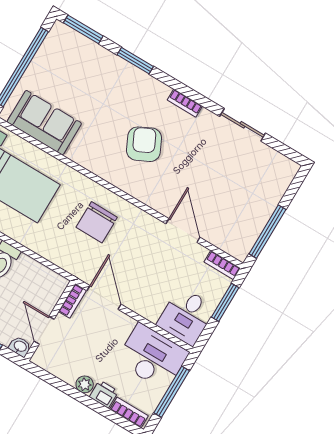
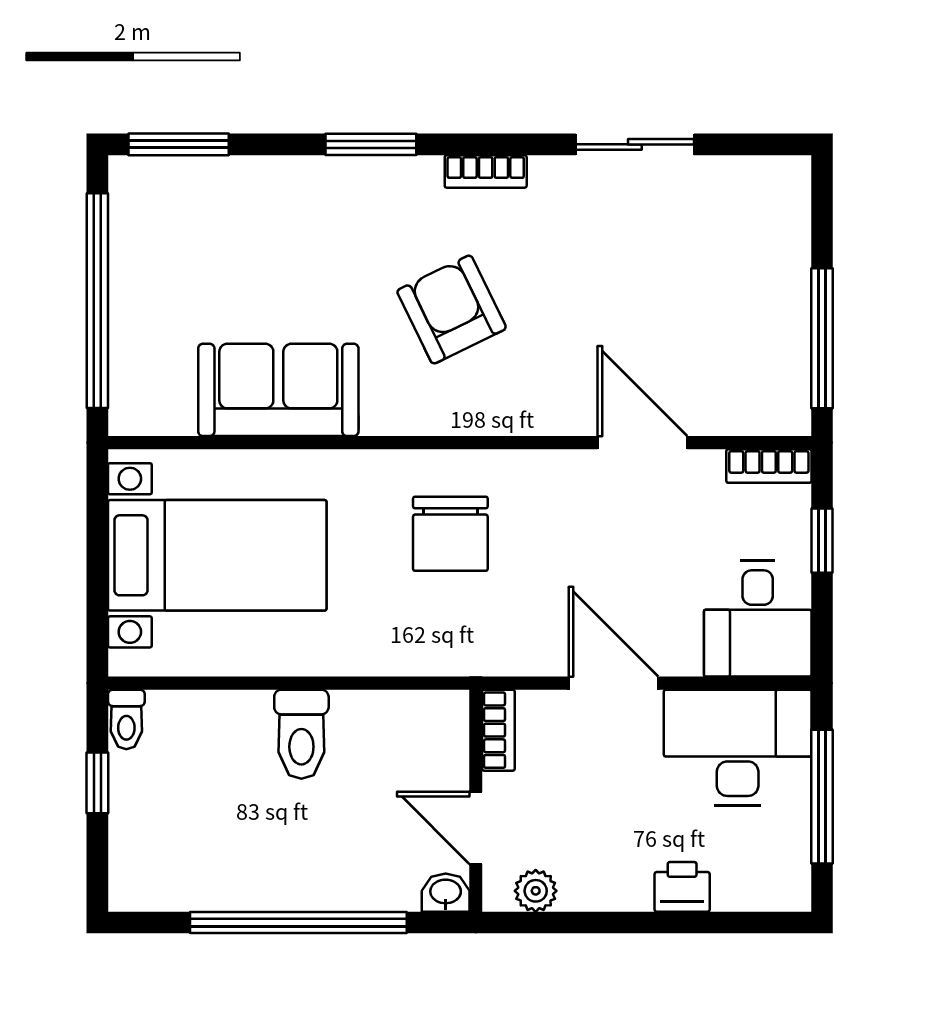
window: (135, 61) -> (371, 144), moved
sofa: (44, 123) -> (278, 390), moved
door: (104, 297) -> (614, 683), moved
window: (225, 302) -> (822, 541), width x0.67
plant: (85, 384) -> (536, 891), moved
bookcase: (129, 412) -> (759, 894), removed

